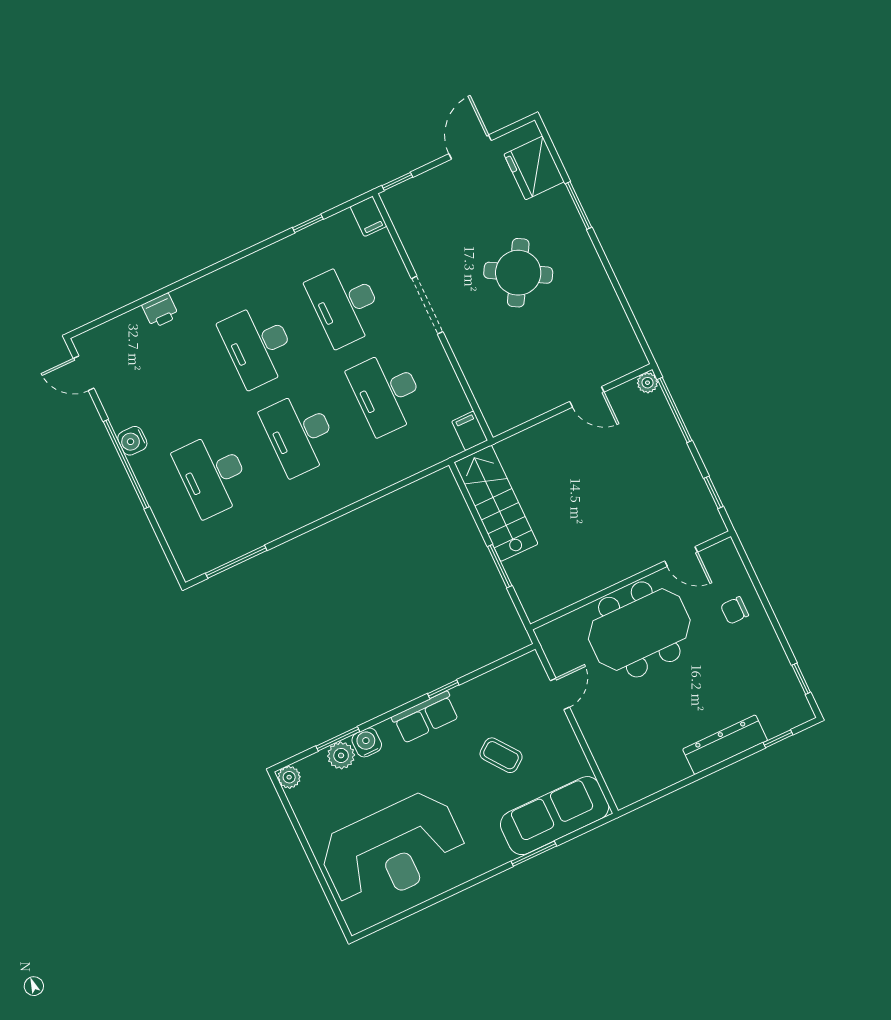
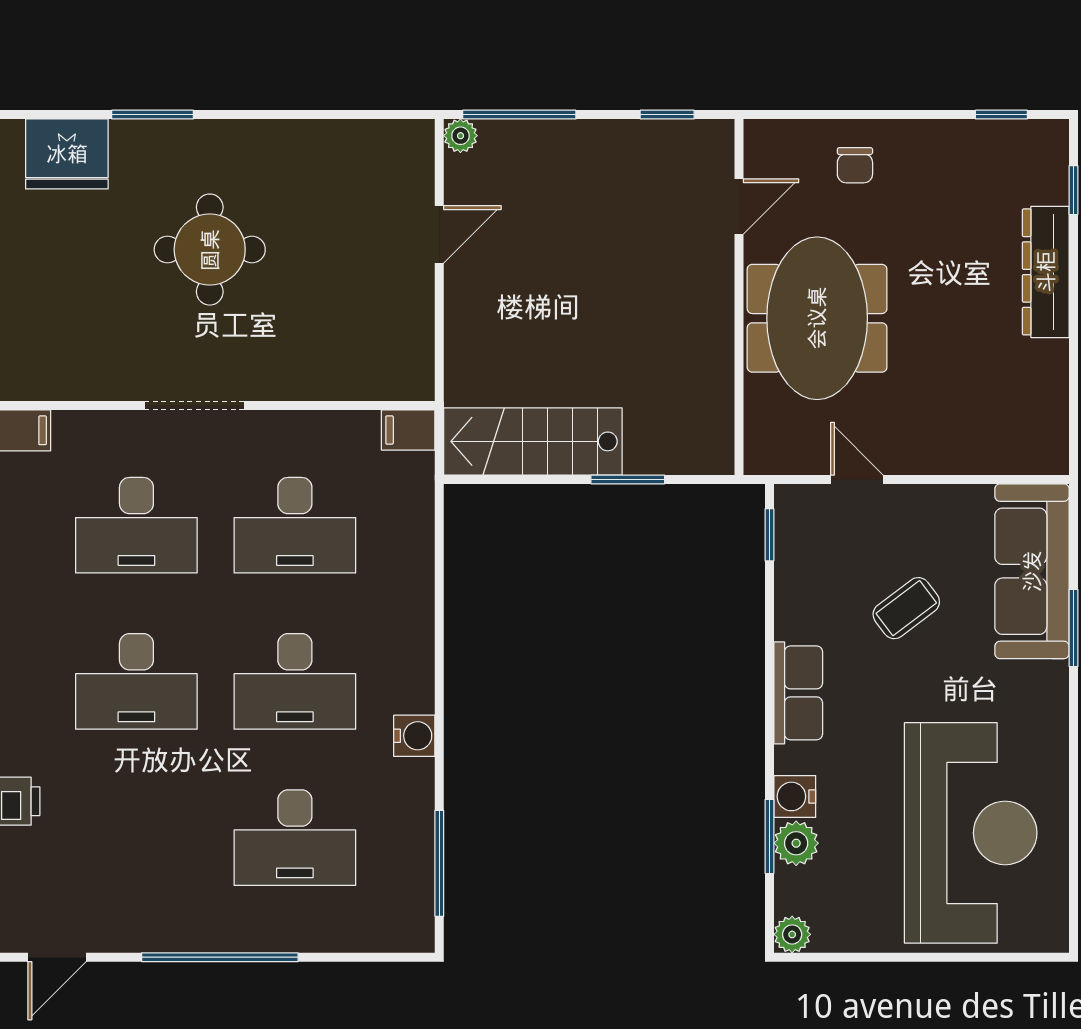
round table: (518, 273) -> (210, 250), turned -30
water cooler: (132, 441) -> (414, 736), moved, turned -90
window: (443, 689) -> (769, 535), moved

